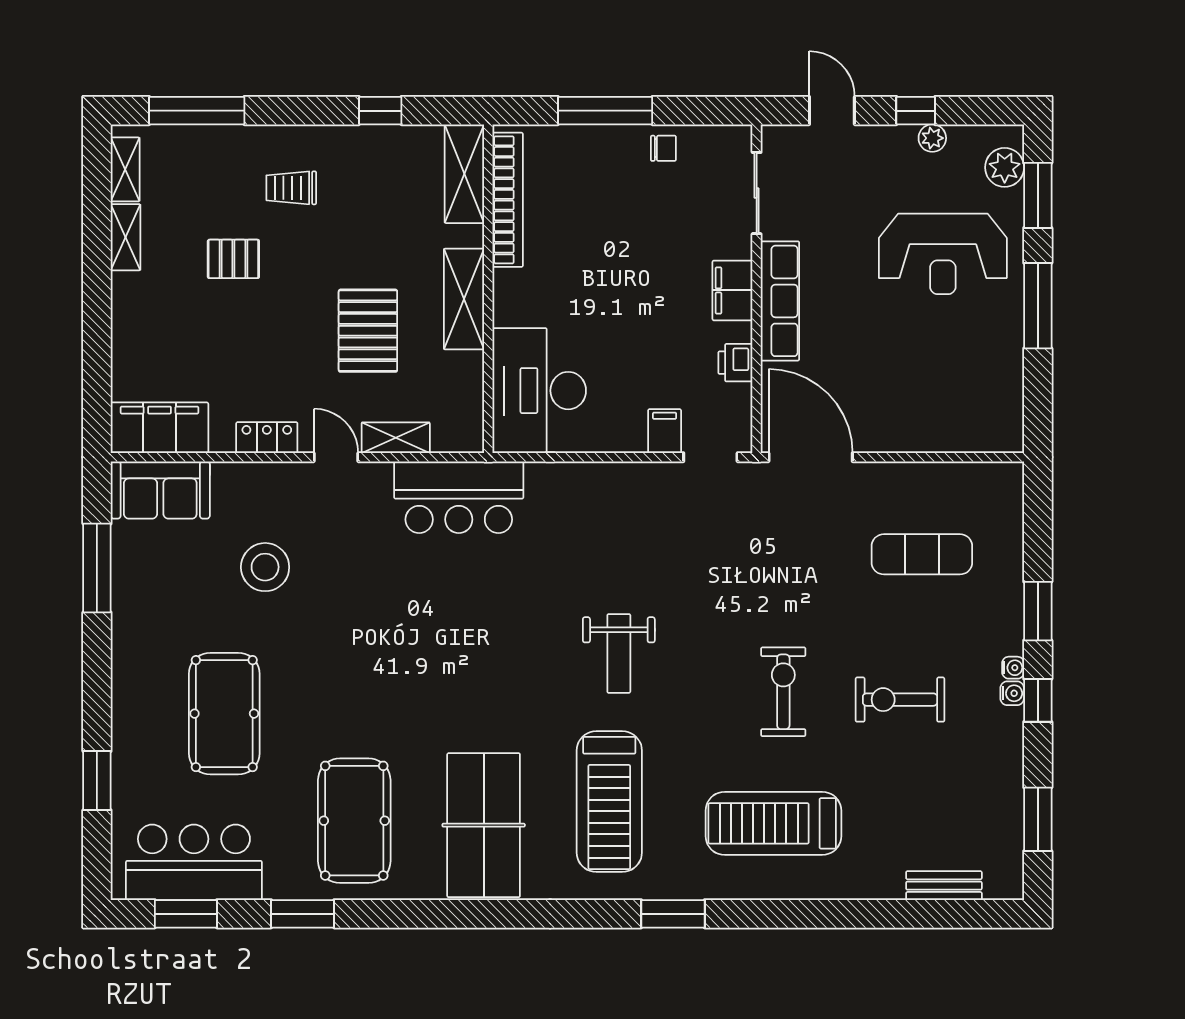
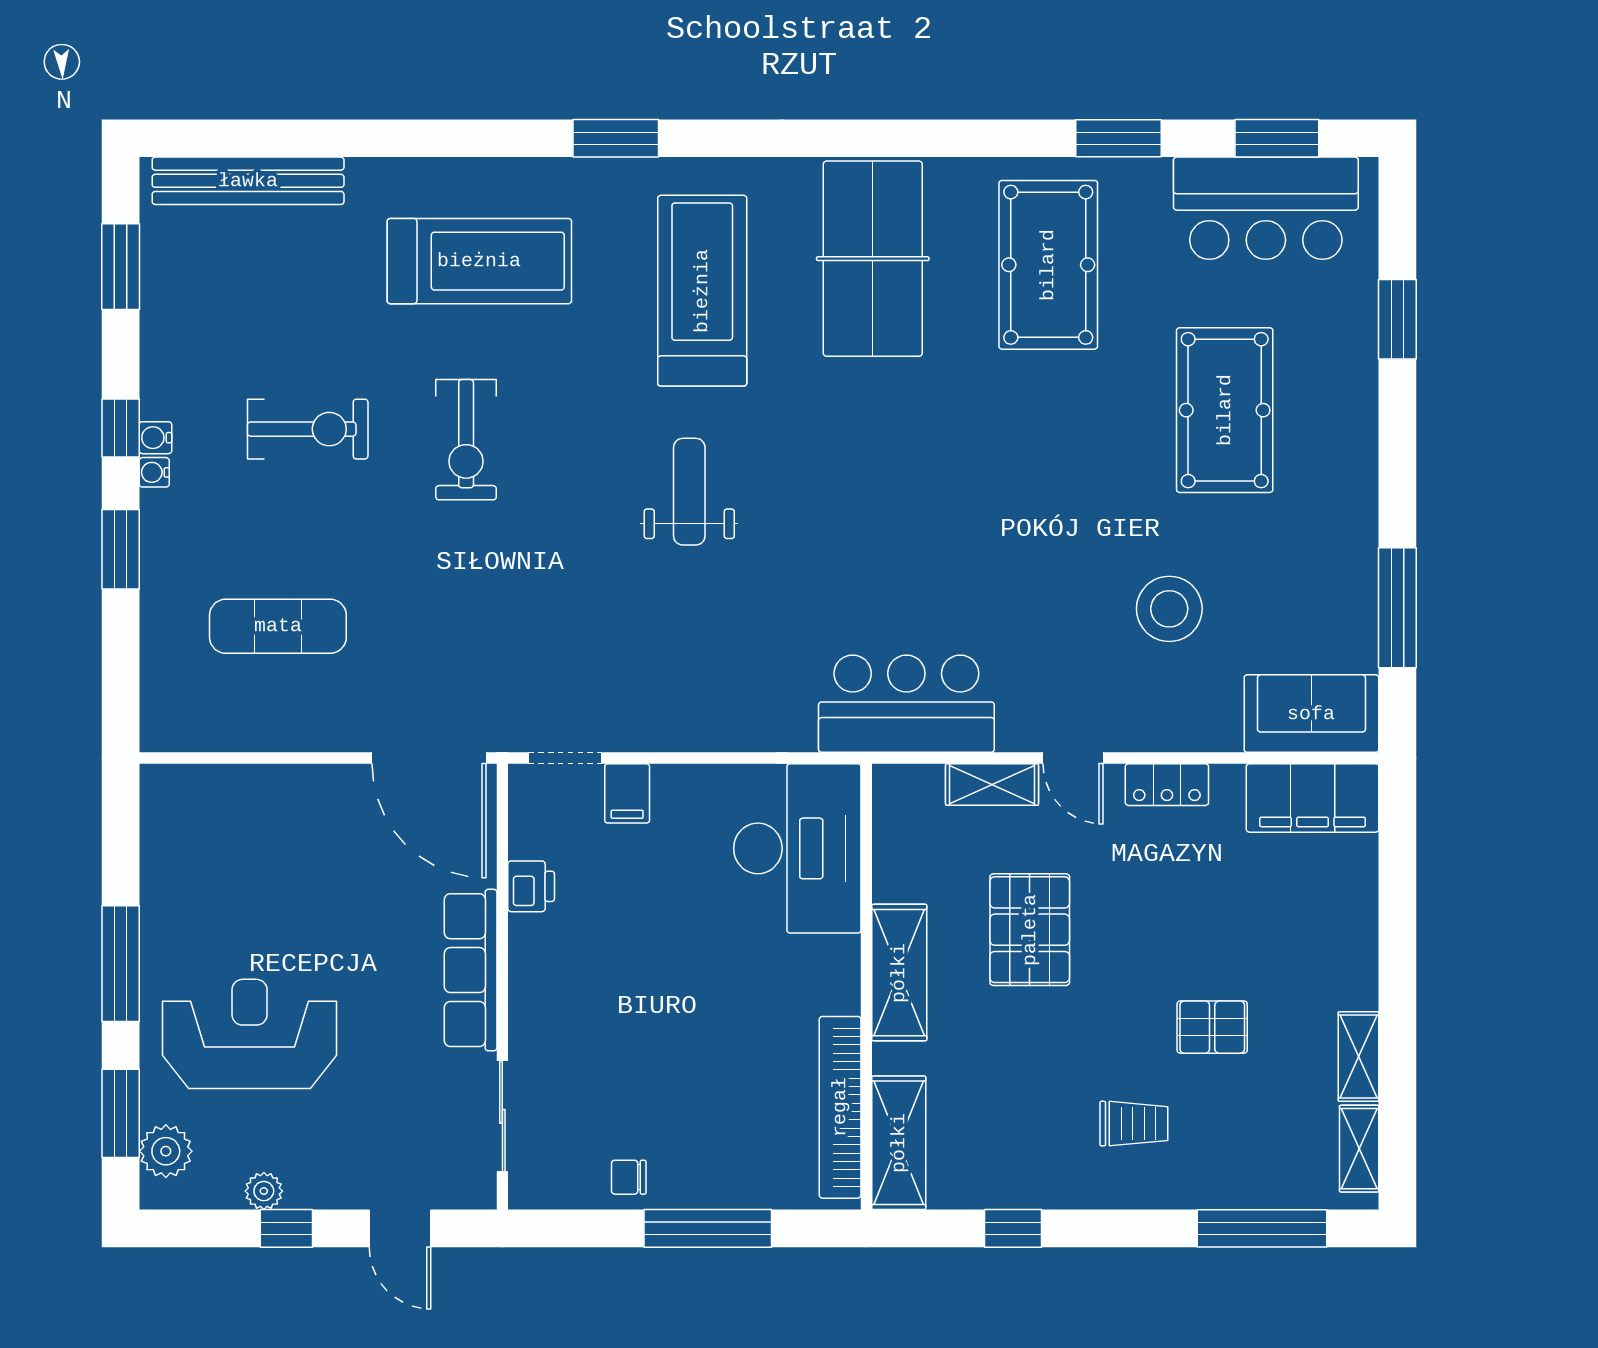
filing cabinet: (732, 290) -> (535, 984), removed
bench: (944, 886) -> (248, 181), width x1.86, depth x1.21

